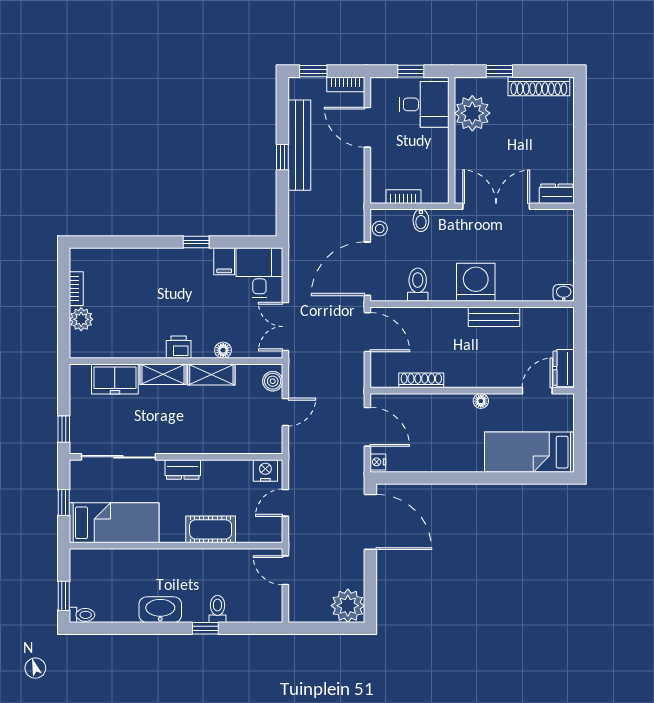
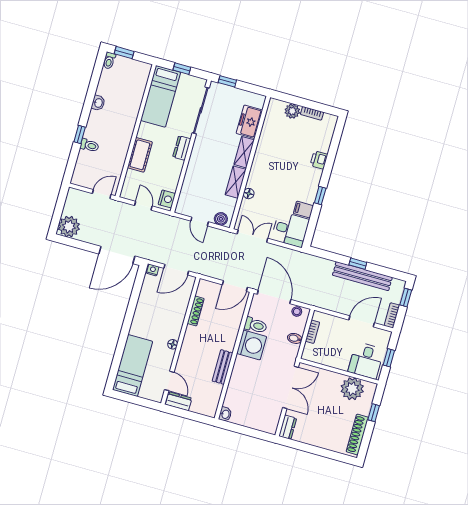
washing machine: (476, 282) -> (252, 345), moved
printer: (179, 347) -> (319, 160), moved, turned 180
washbasin: (160, 610) -> (98, 103), width x0.52, depth x0.69

